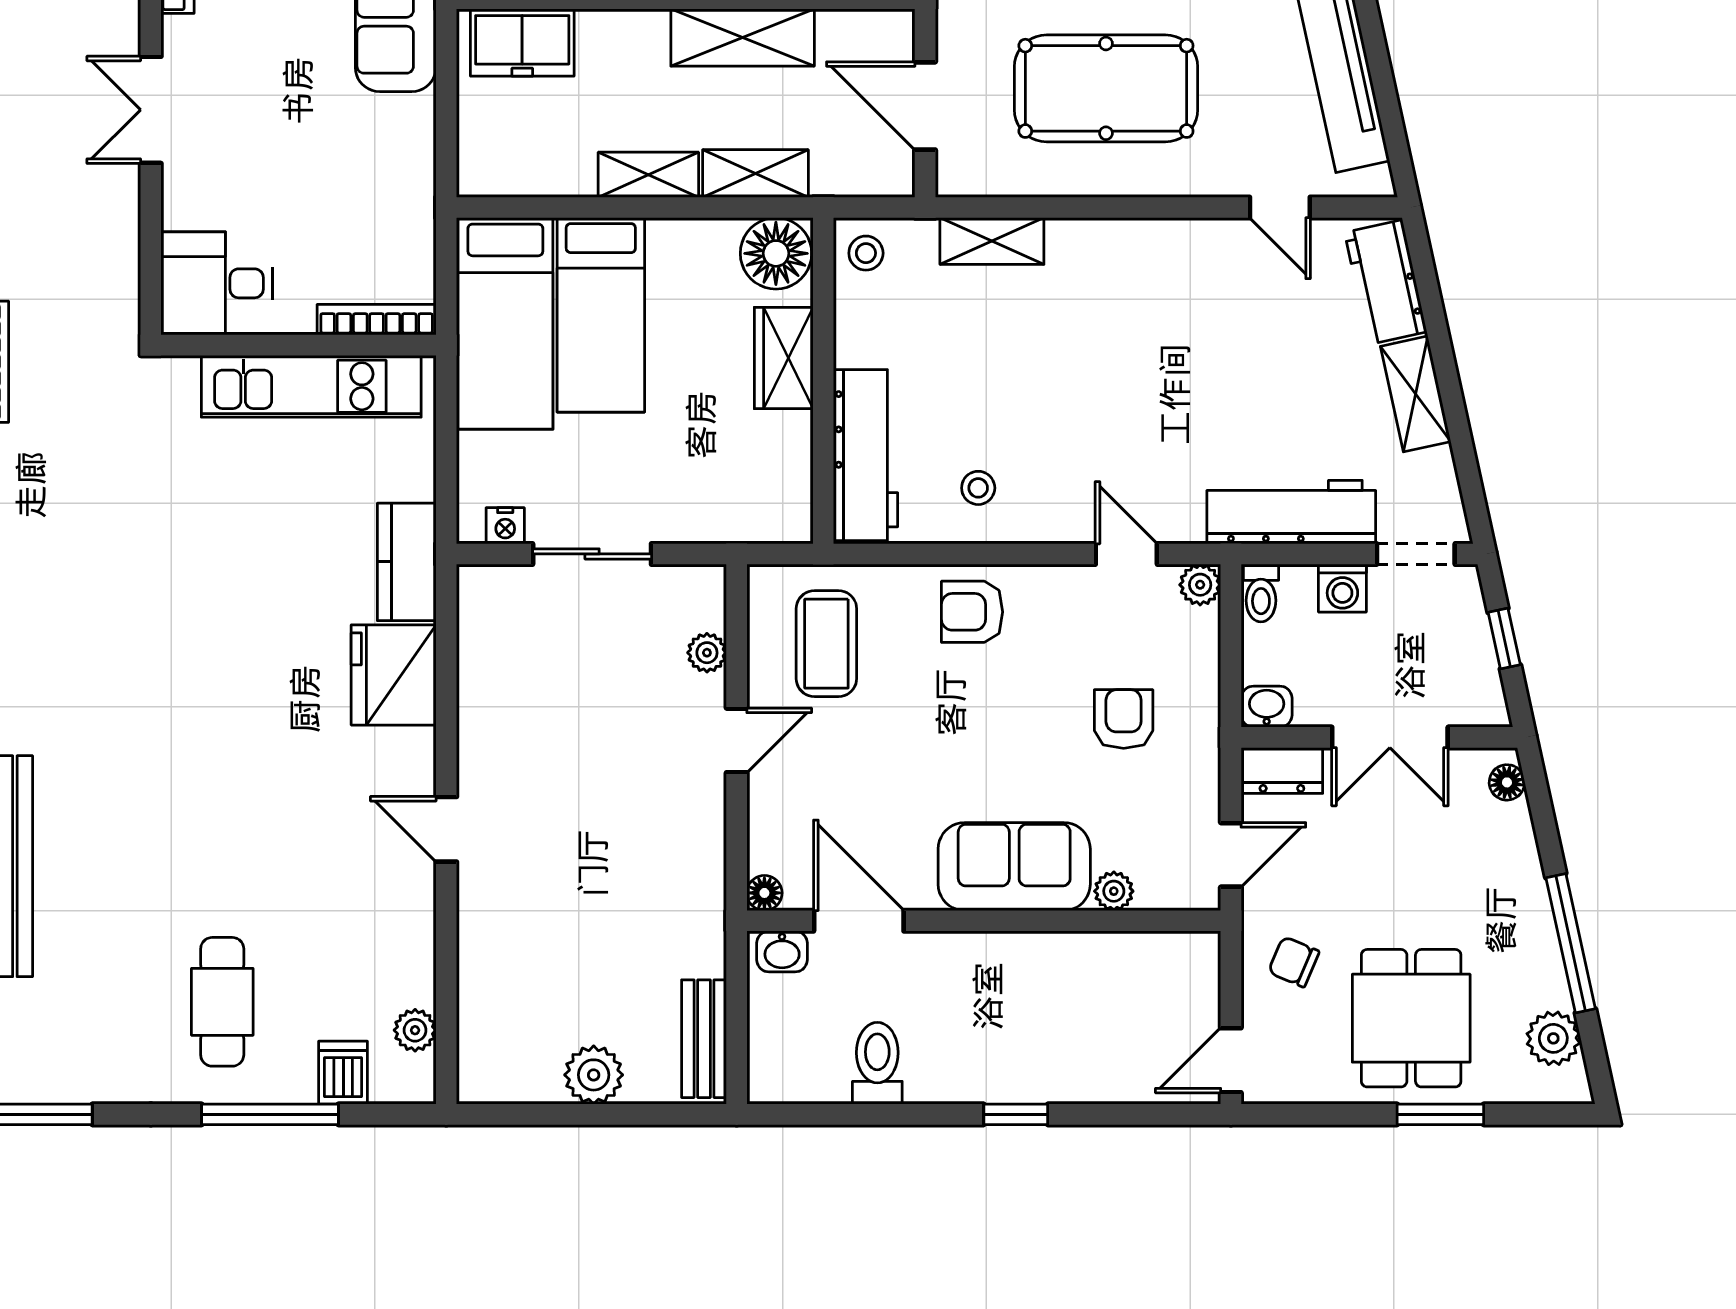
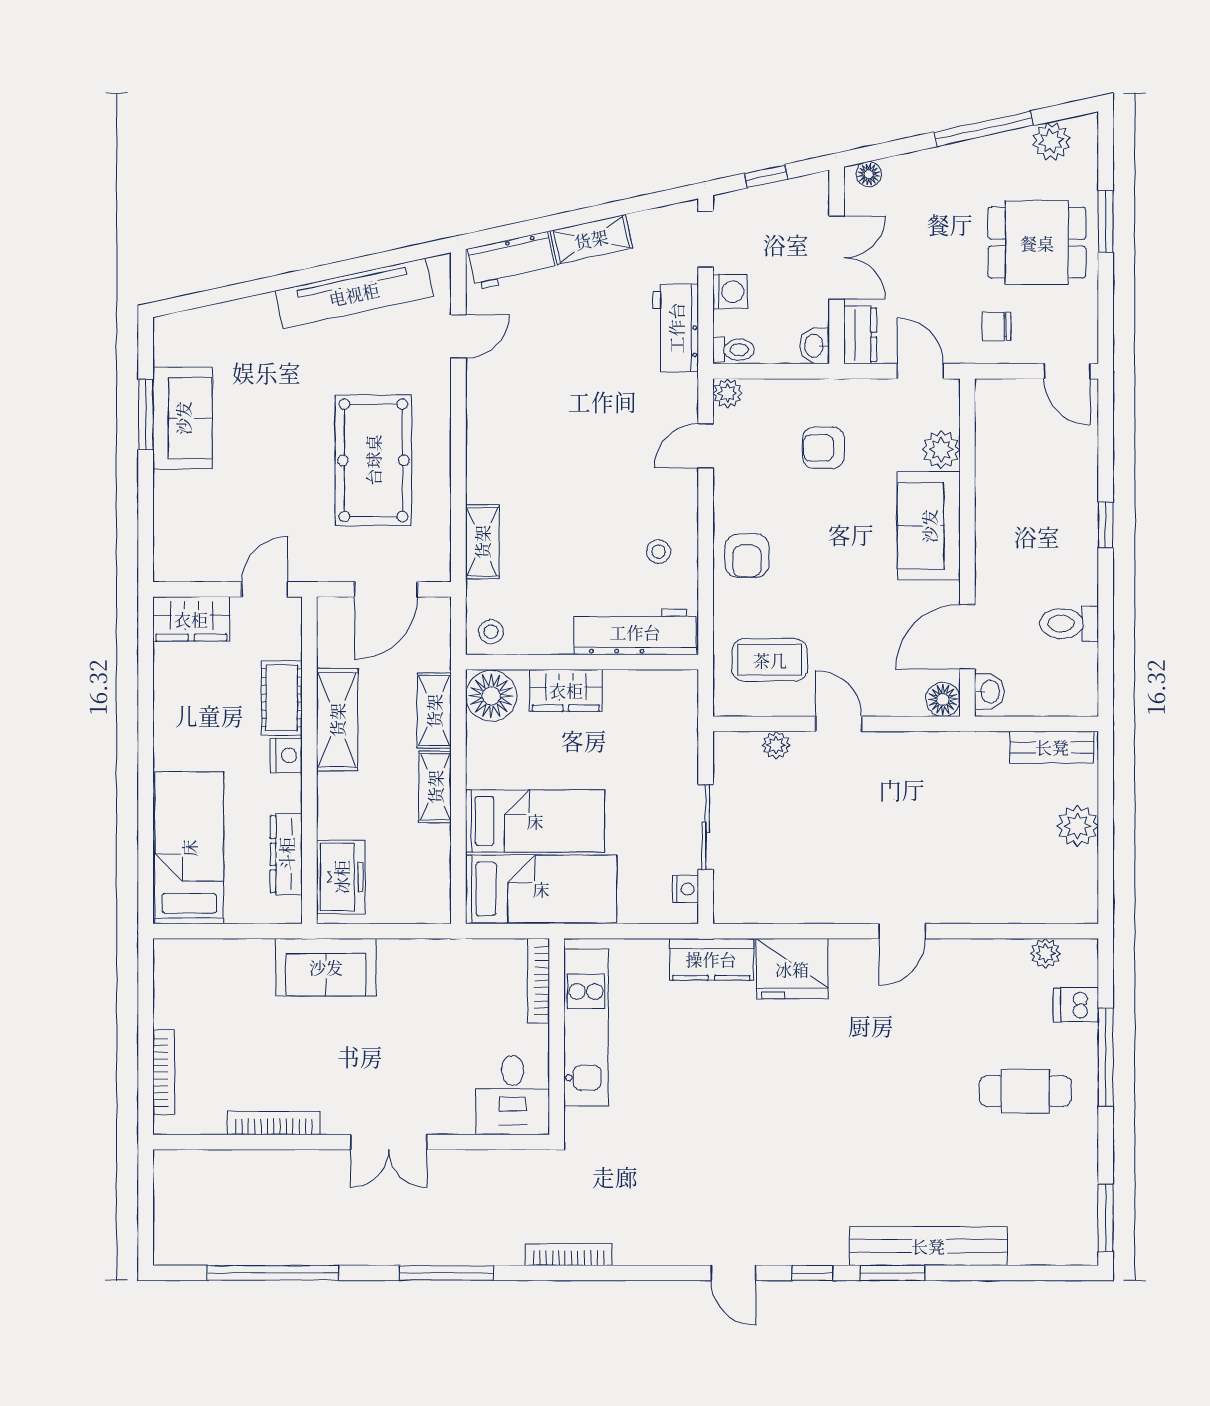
workbench: (1291, 512) -> (676, 328), width x0.73
plant: (1114, 891) -> (941, 450), width x1.38, depth x1.38
floor lamp: (764, 893) -> (943, 699), width x1.37, depth x1.37
chair: (1294, 962) -> (997, 326), turned 67

